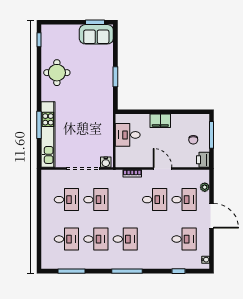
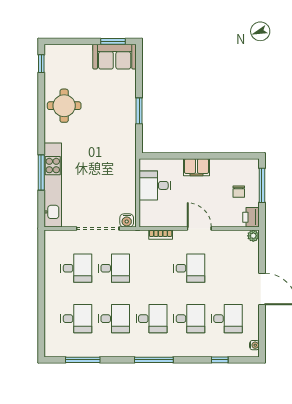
plant: (205, 187) -> (253, 236), moved
desk: (184, 200) -> (189, 319), moved

